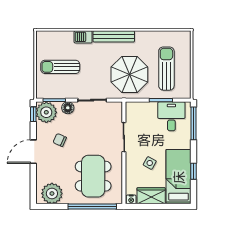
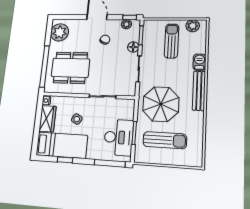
plant: (43, 45) -> (193, 26), added
plant: (46, 112) -> (126, 24), width x0.53, depth x0.53
desk: (171, 116) -> (118, 137), width x1.37

